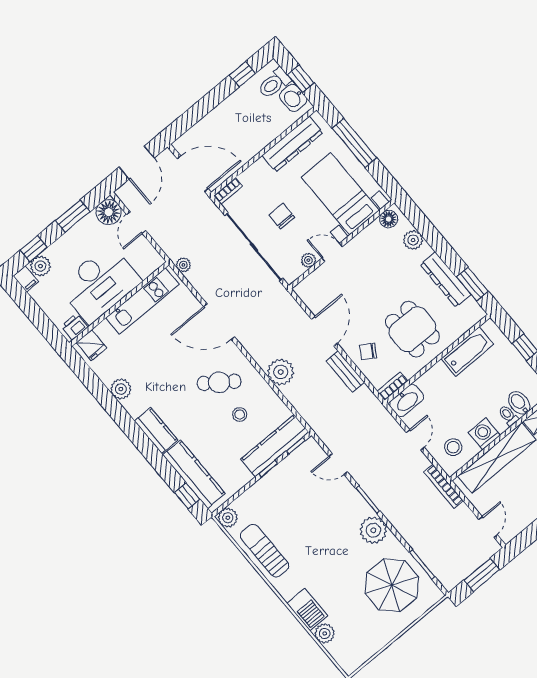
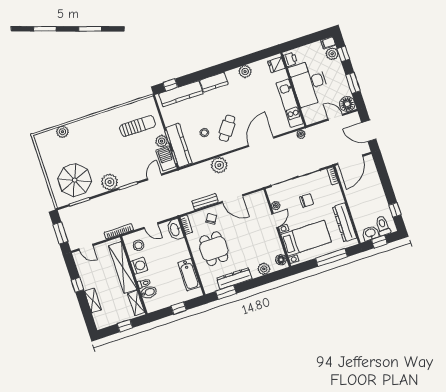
dining table: (412, 329) -> (214, 249), turned 90
plant: (228, 518) -> (162, 141), moved
sun lounger: (264, 551) -> (138, 126), moved
barbecue: (307, 610) -> (166, 158), moved, turned 90

